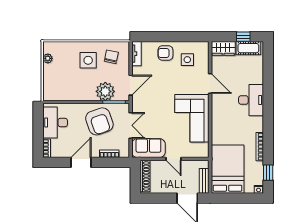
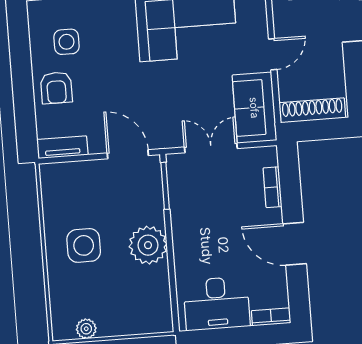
chair: (111, 57) -> (73, 198), removed
plant: (105, 91) -> (148, 245), moved
armchair: (99, 121) -> (207, 213), removed

